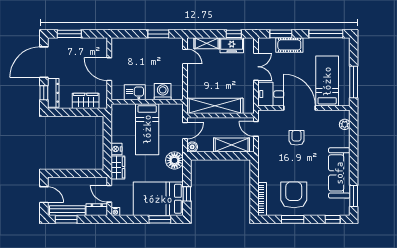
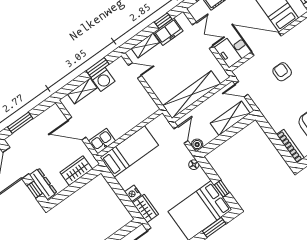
shelving: (134, 43) -> (82, 91), added
kitchen sink: (135, 92) -> (102, 141), moved
washing machine: (163, 92) -> (103, 79), moved, turned 180
bed: (147, 129) -> (129, 151), moved, turned -90
floor lamp: (174, 160) -> (194, 165), width x0.53, depth x0.53

